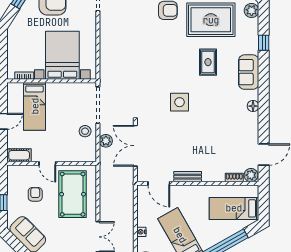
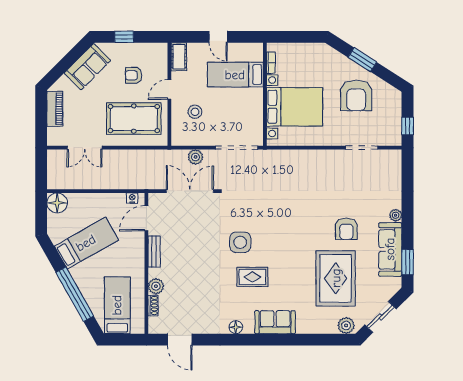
window: (264, 43) -> (309, 340), removed
rug: (208, 62) -> (252, 277), moved
stool: (85, 131) -> (195, 112), moved
plant: (251, 175) -> (156, 286), moved
armchair: (35, 194) -> (134, 75), turned 180
nightstand: (141, 232) -> (132, 198), moved

